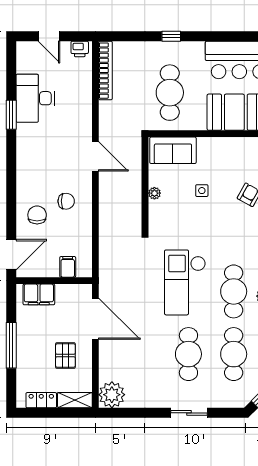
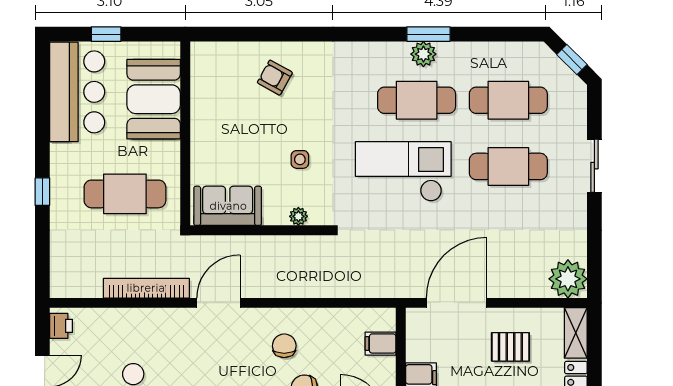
bookcase: (105, 71) -> (146, 288), moved
sofa: (173, 150) -> (228, 206), moved, turned -90
side table: (202, 191) -> (300, 159), moved
plant: (154, 193) -> (298, 216), moved
checkout: (185, 282) -> (403, 171), turned 180

